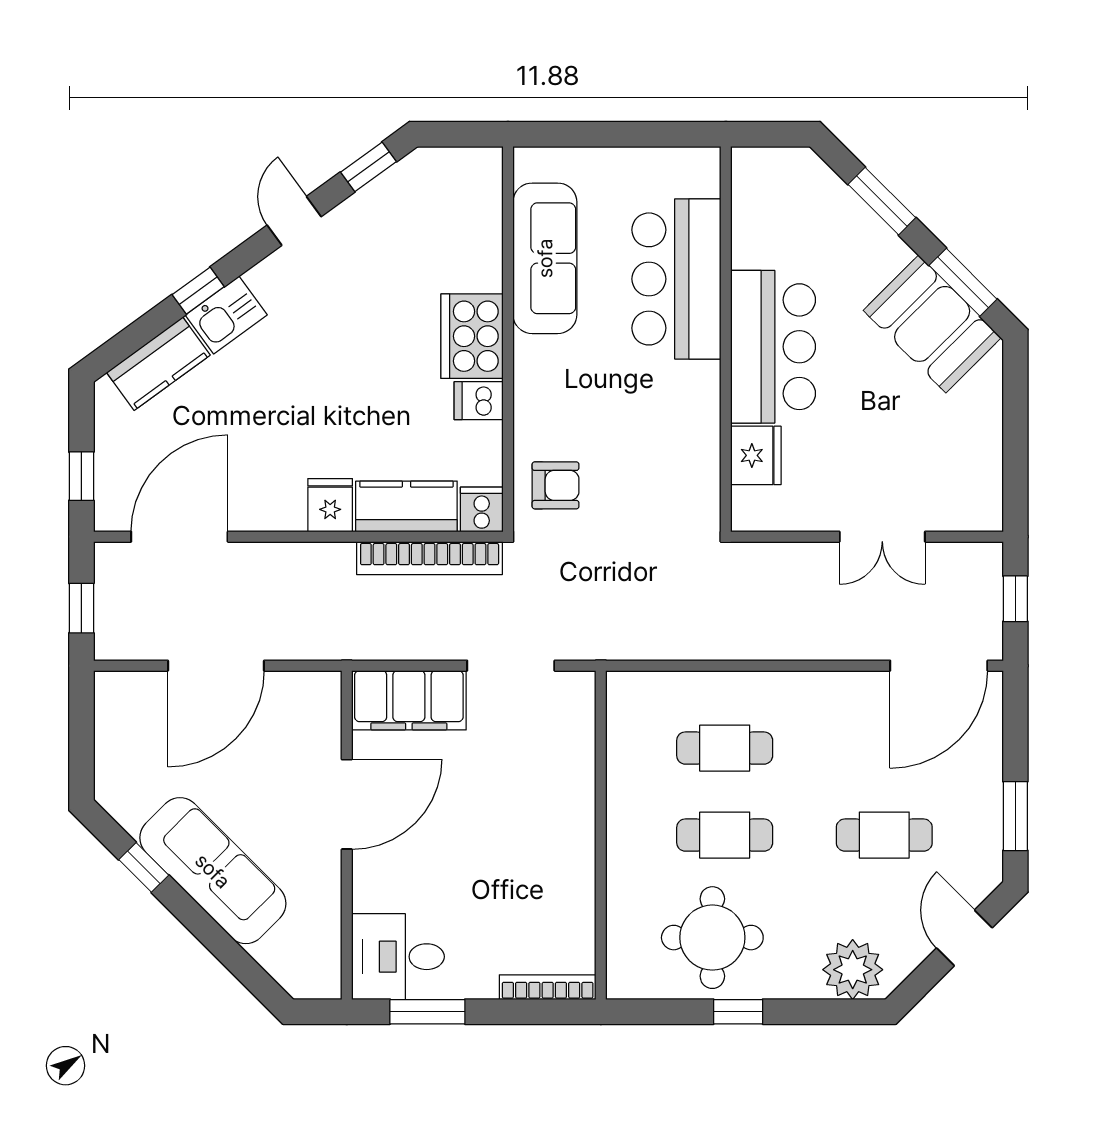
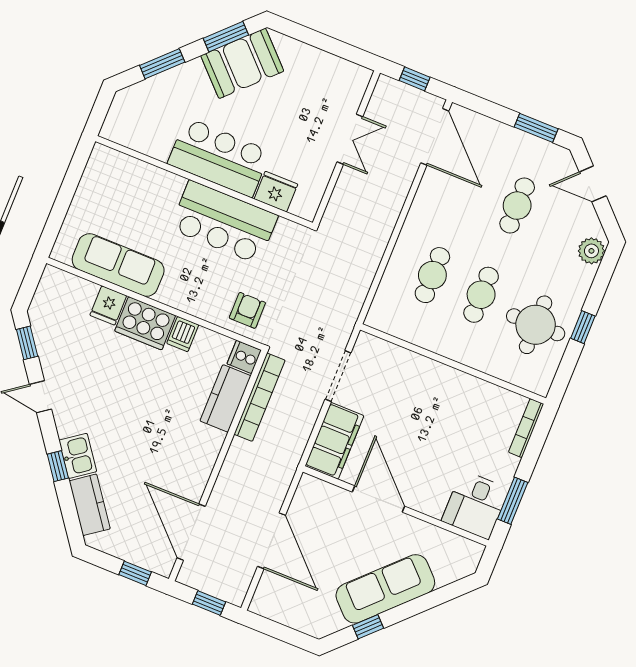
bar counter: (676, 279) -> (224, 222), moved
fridge: (330, 505) -> (108, 305), moved, turned -90
plant: (853, 970) -> (591, 251), width x0.73, depth x0.73

